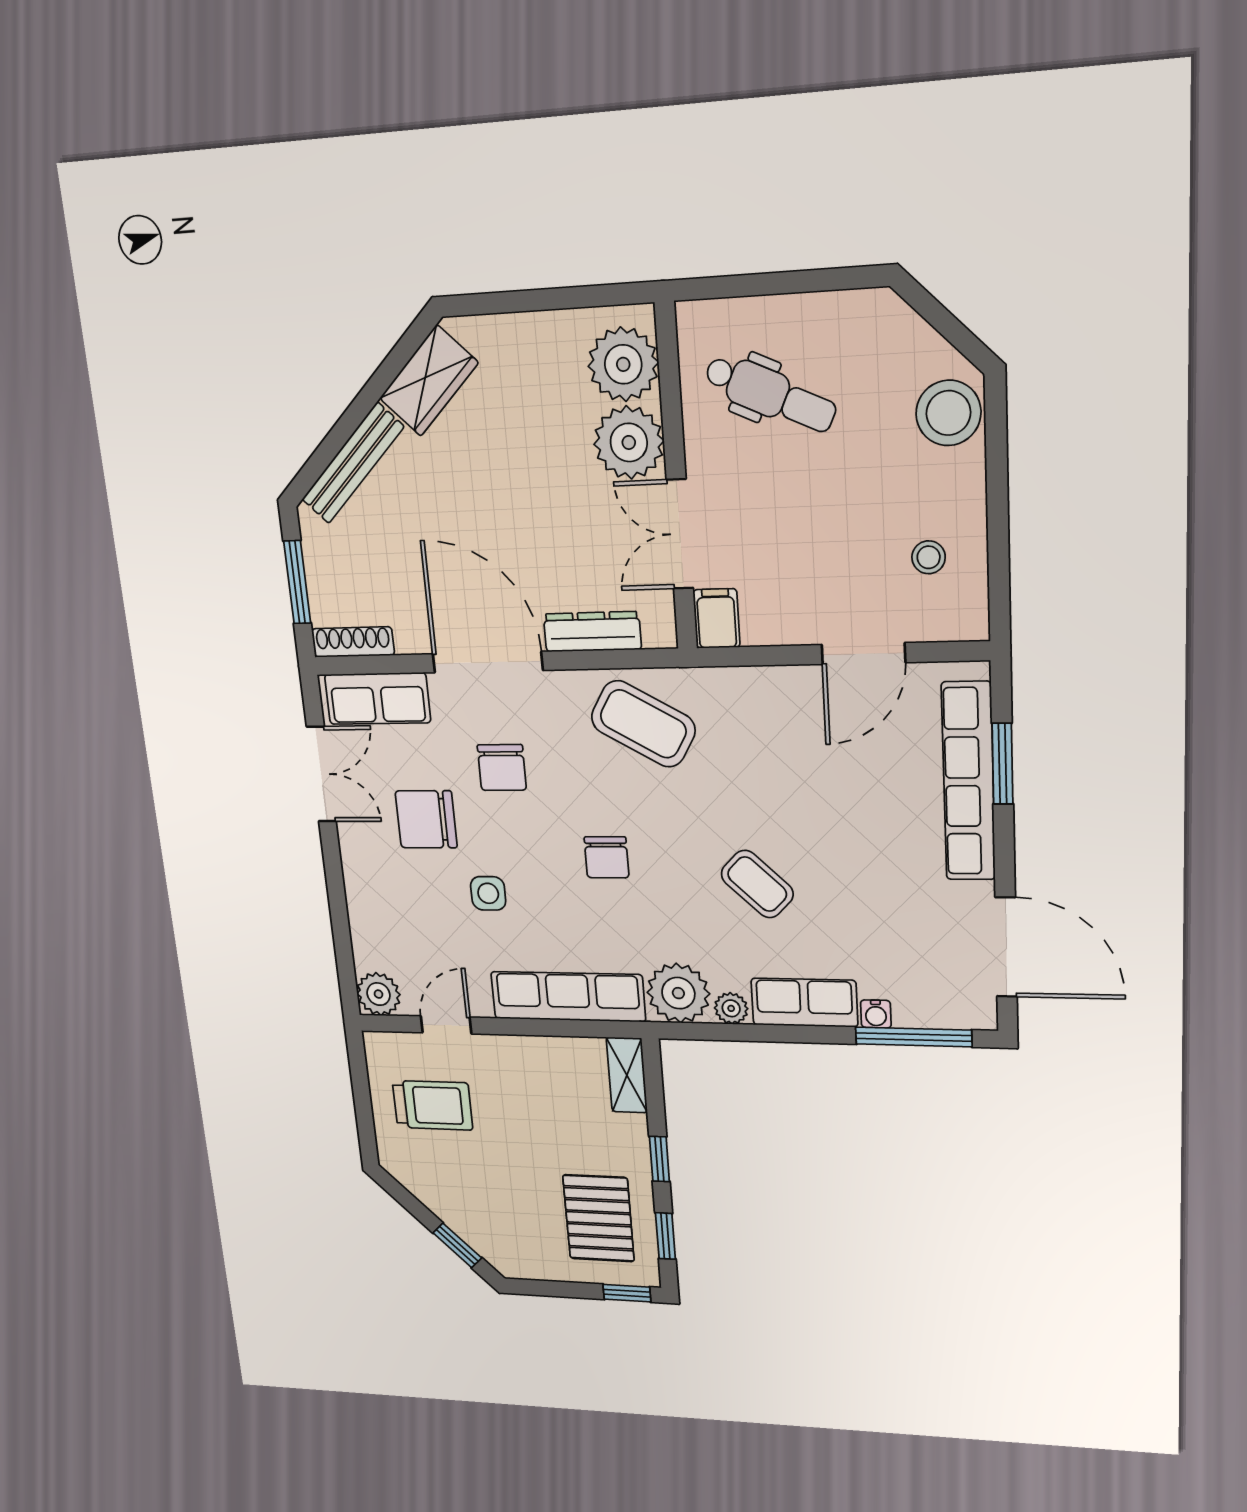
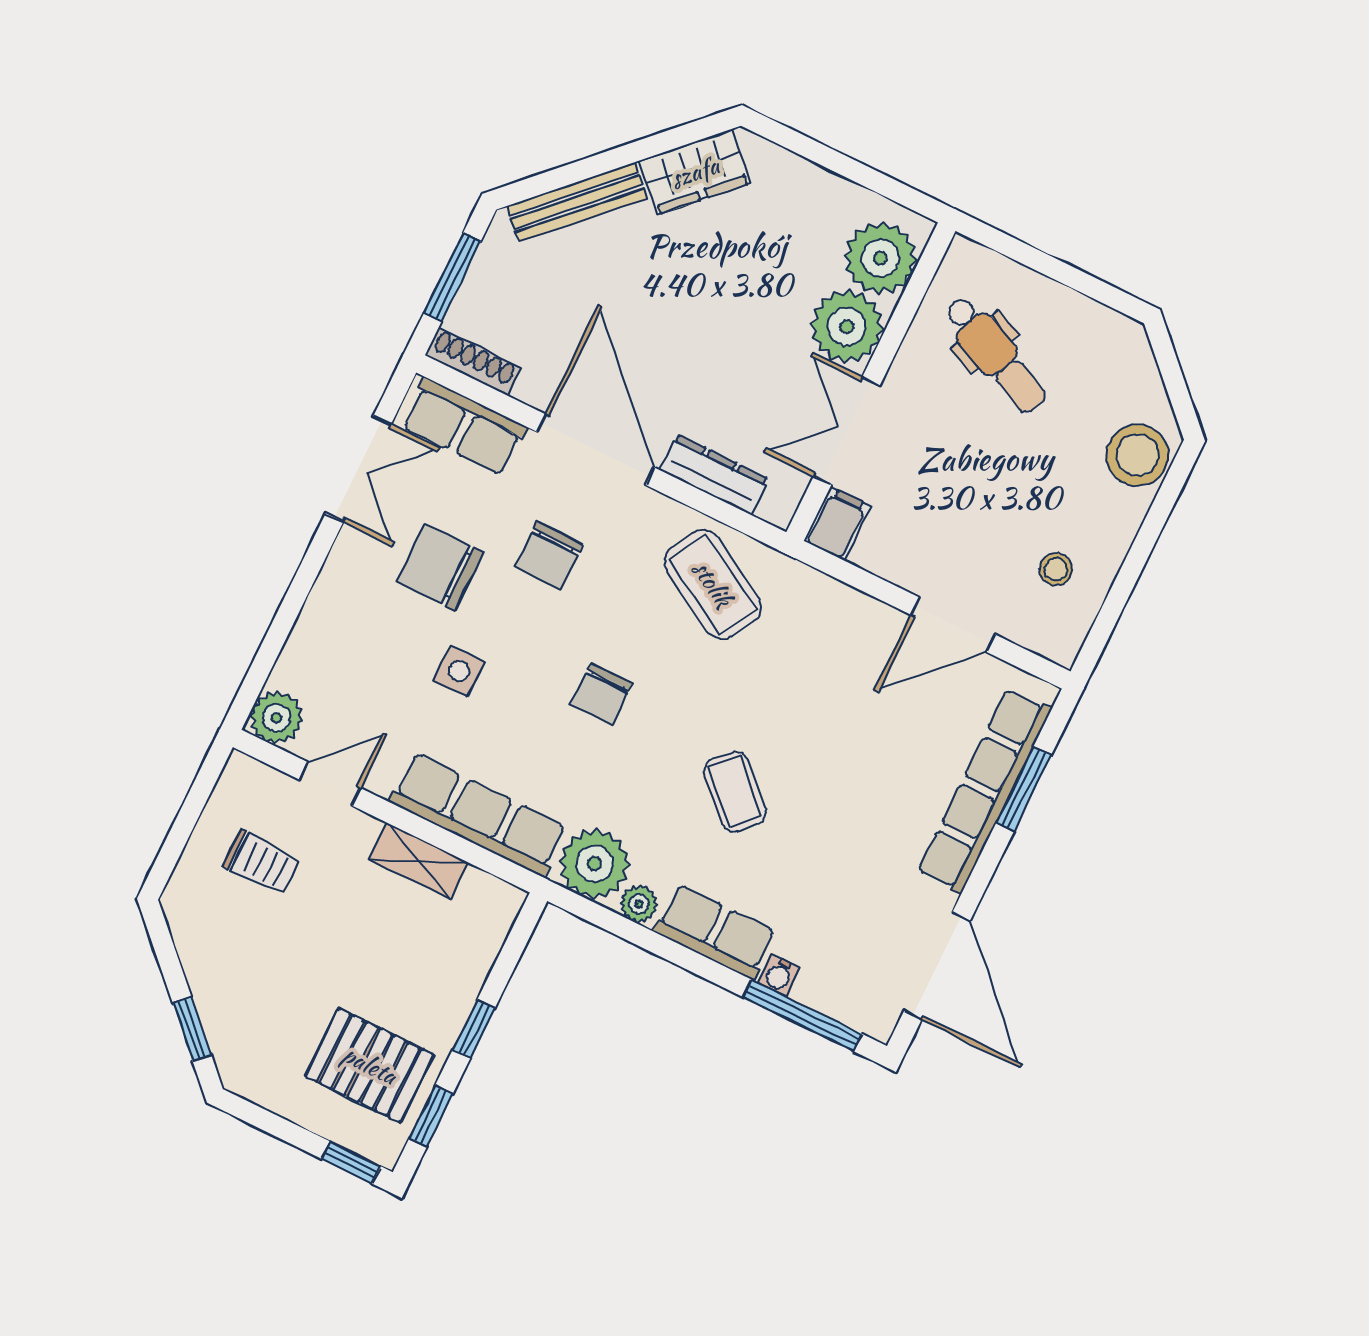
shelving: (627, 1075) -> (419, 861), moved, turned 90
trolley: (433, 1105) -> (261, 862), width x0.73, depth x0.72
pallet: (599, 1218) -> (370, 1065), turned 90

